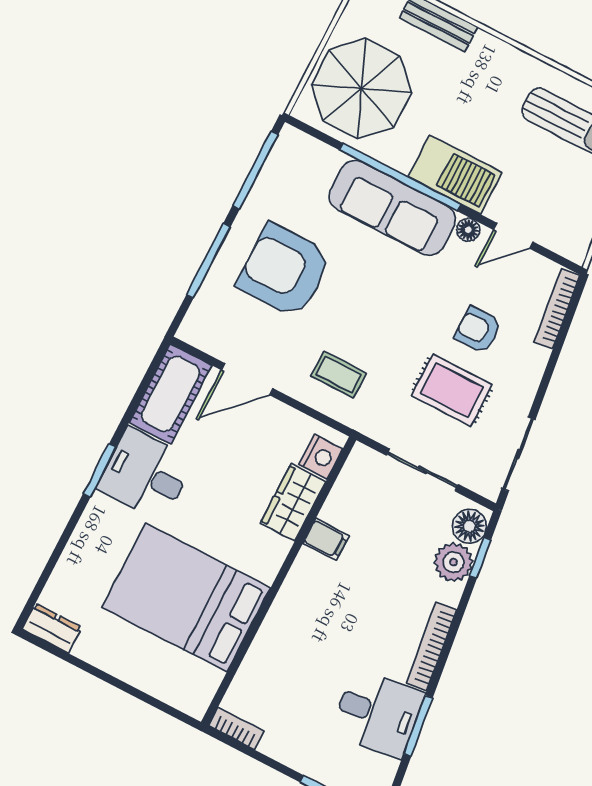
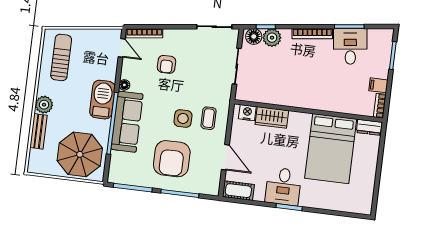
plant: (488, 53) -> (44, 105), added
door: (513, 236) -> (122, 48), moved
side table: (357, 323) -> (183, 118), added
rug: (452, 390) -> (197, 66), removed
cot: (170, 394) -> (238, 191), width x0.73, depth x0.75
filing cabinet: (326, 539) -> (378, 85), moved, turned -90
dresser: (52, 628) -> (369, 127), moved, turned -90

